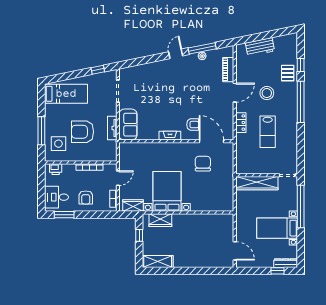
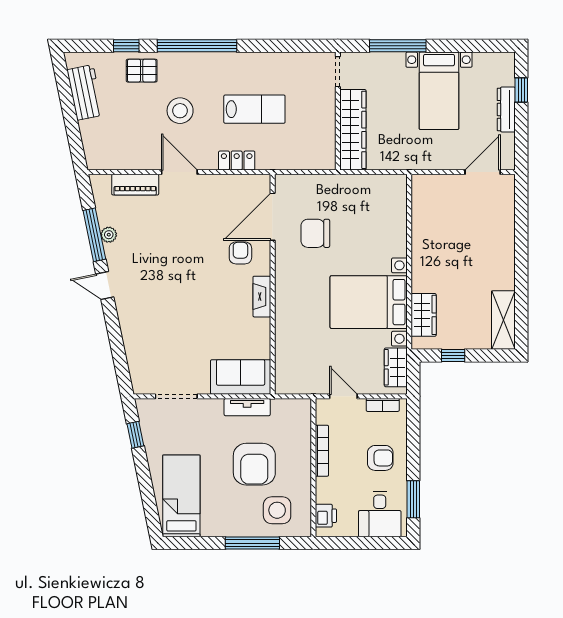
workbench: (260, 47) -> (85, 92), moved
window: (301, 207) -> (398, 46), width x0.68
dresser: (286, 263) -> (506, 109), moved

